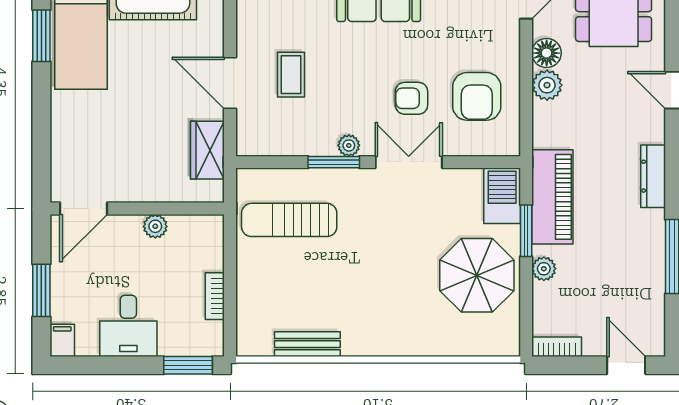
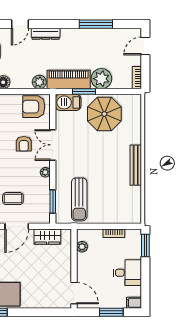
plant: (547, 85) -> (39, 82), moved
armchair: (477, 96) -> (34, 107), moved, turned 180
window: (334, 162) -> (53, 201), moved
dresser: (653, 176) -> (46, 34), moved
plant: (155, 226) -> (82, 247), moved
plant: (544, 269) -> (101, 79), width x1.88, depth x1.88
bench: (307, 344) -> (136, 165), moved, width x1.36

